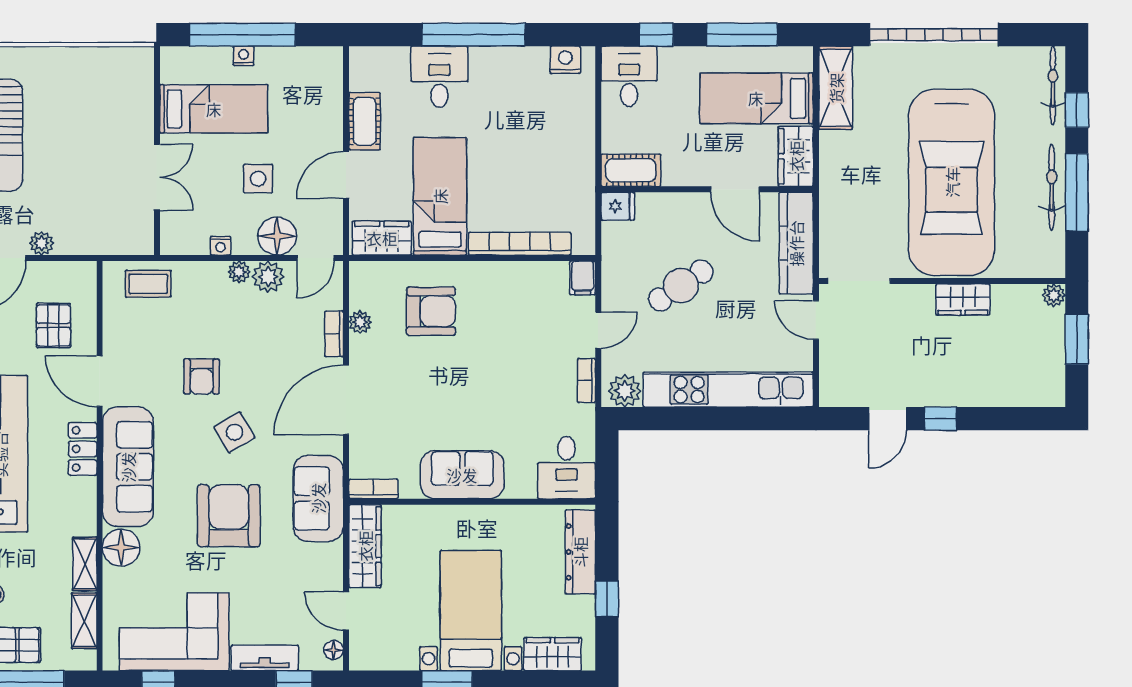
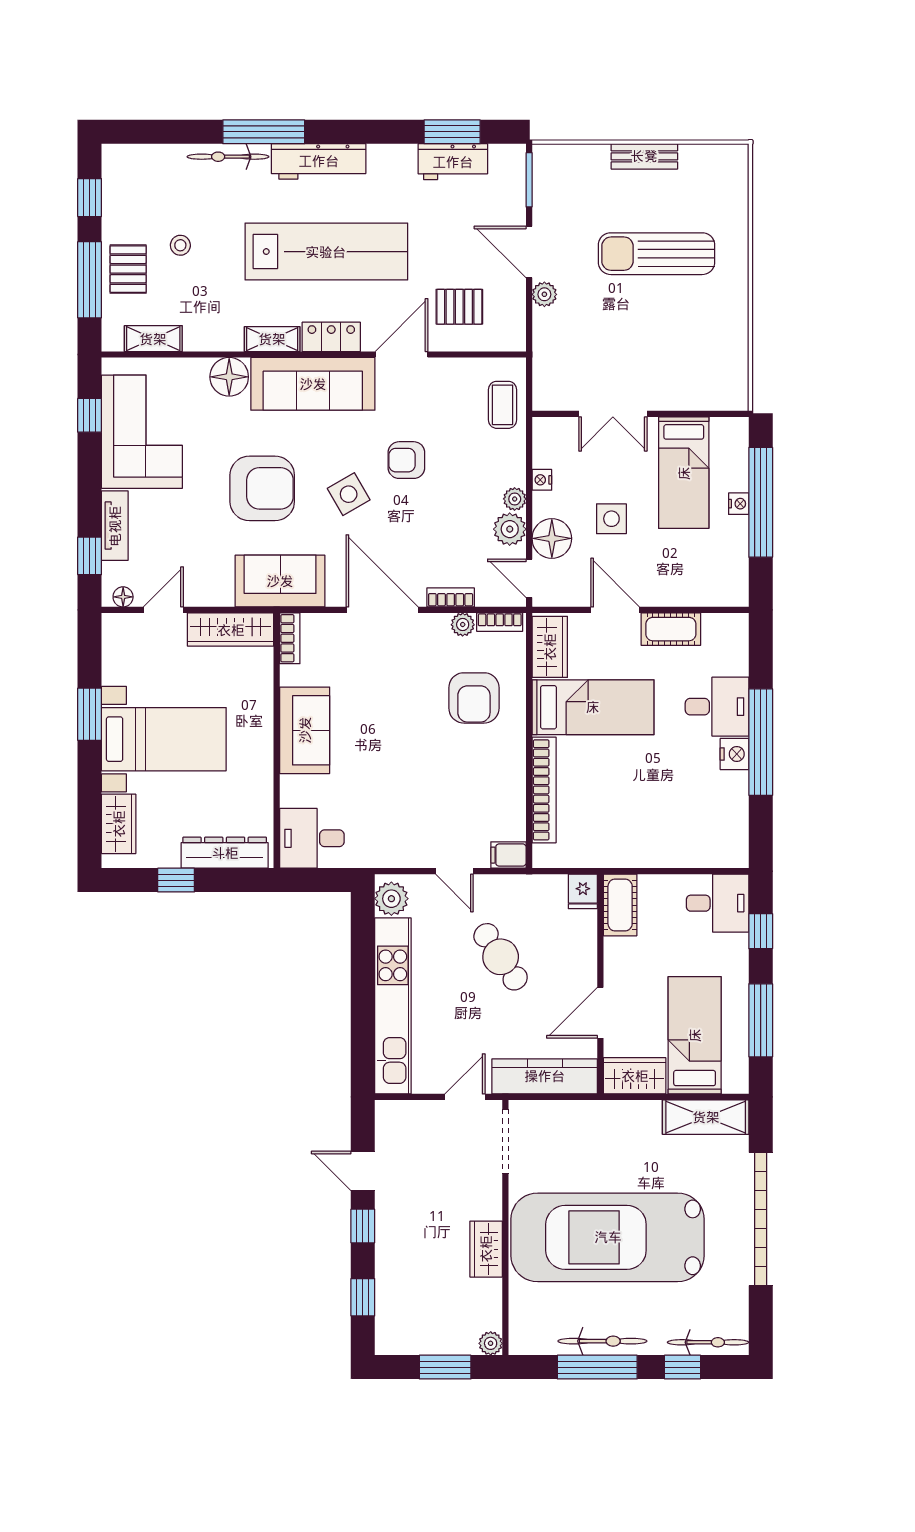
nightstand: (565, 60) -> (734, 754), moved
bookcase: (586, 381) -> (500, 622), moved, turned 180
window: (1009, 419) -> (363, 1297), added
shelving: (85, 564) -> (272, 339), moved

